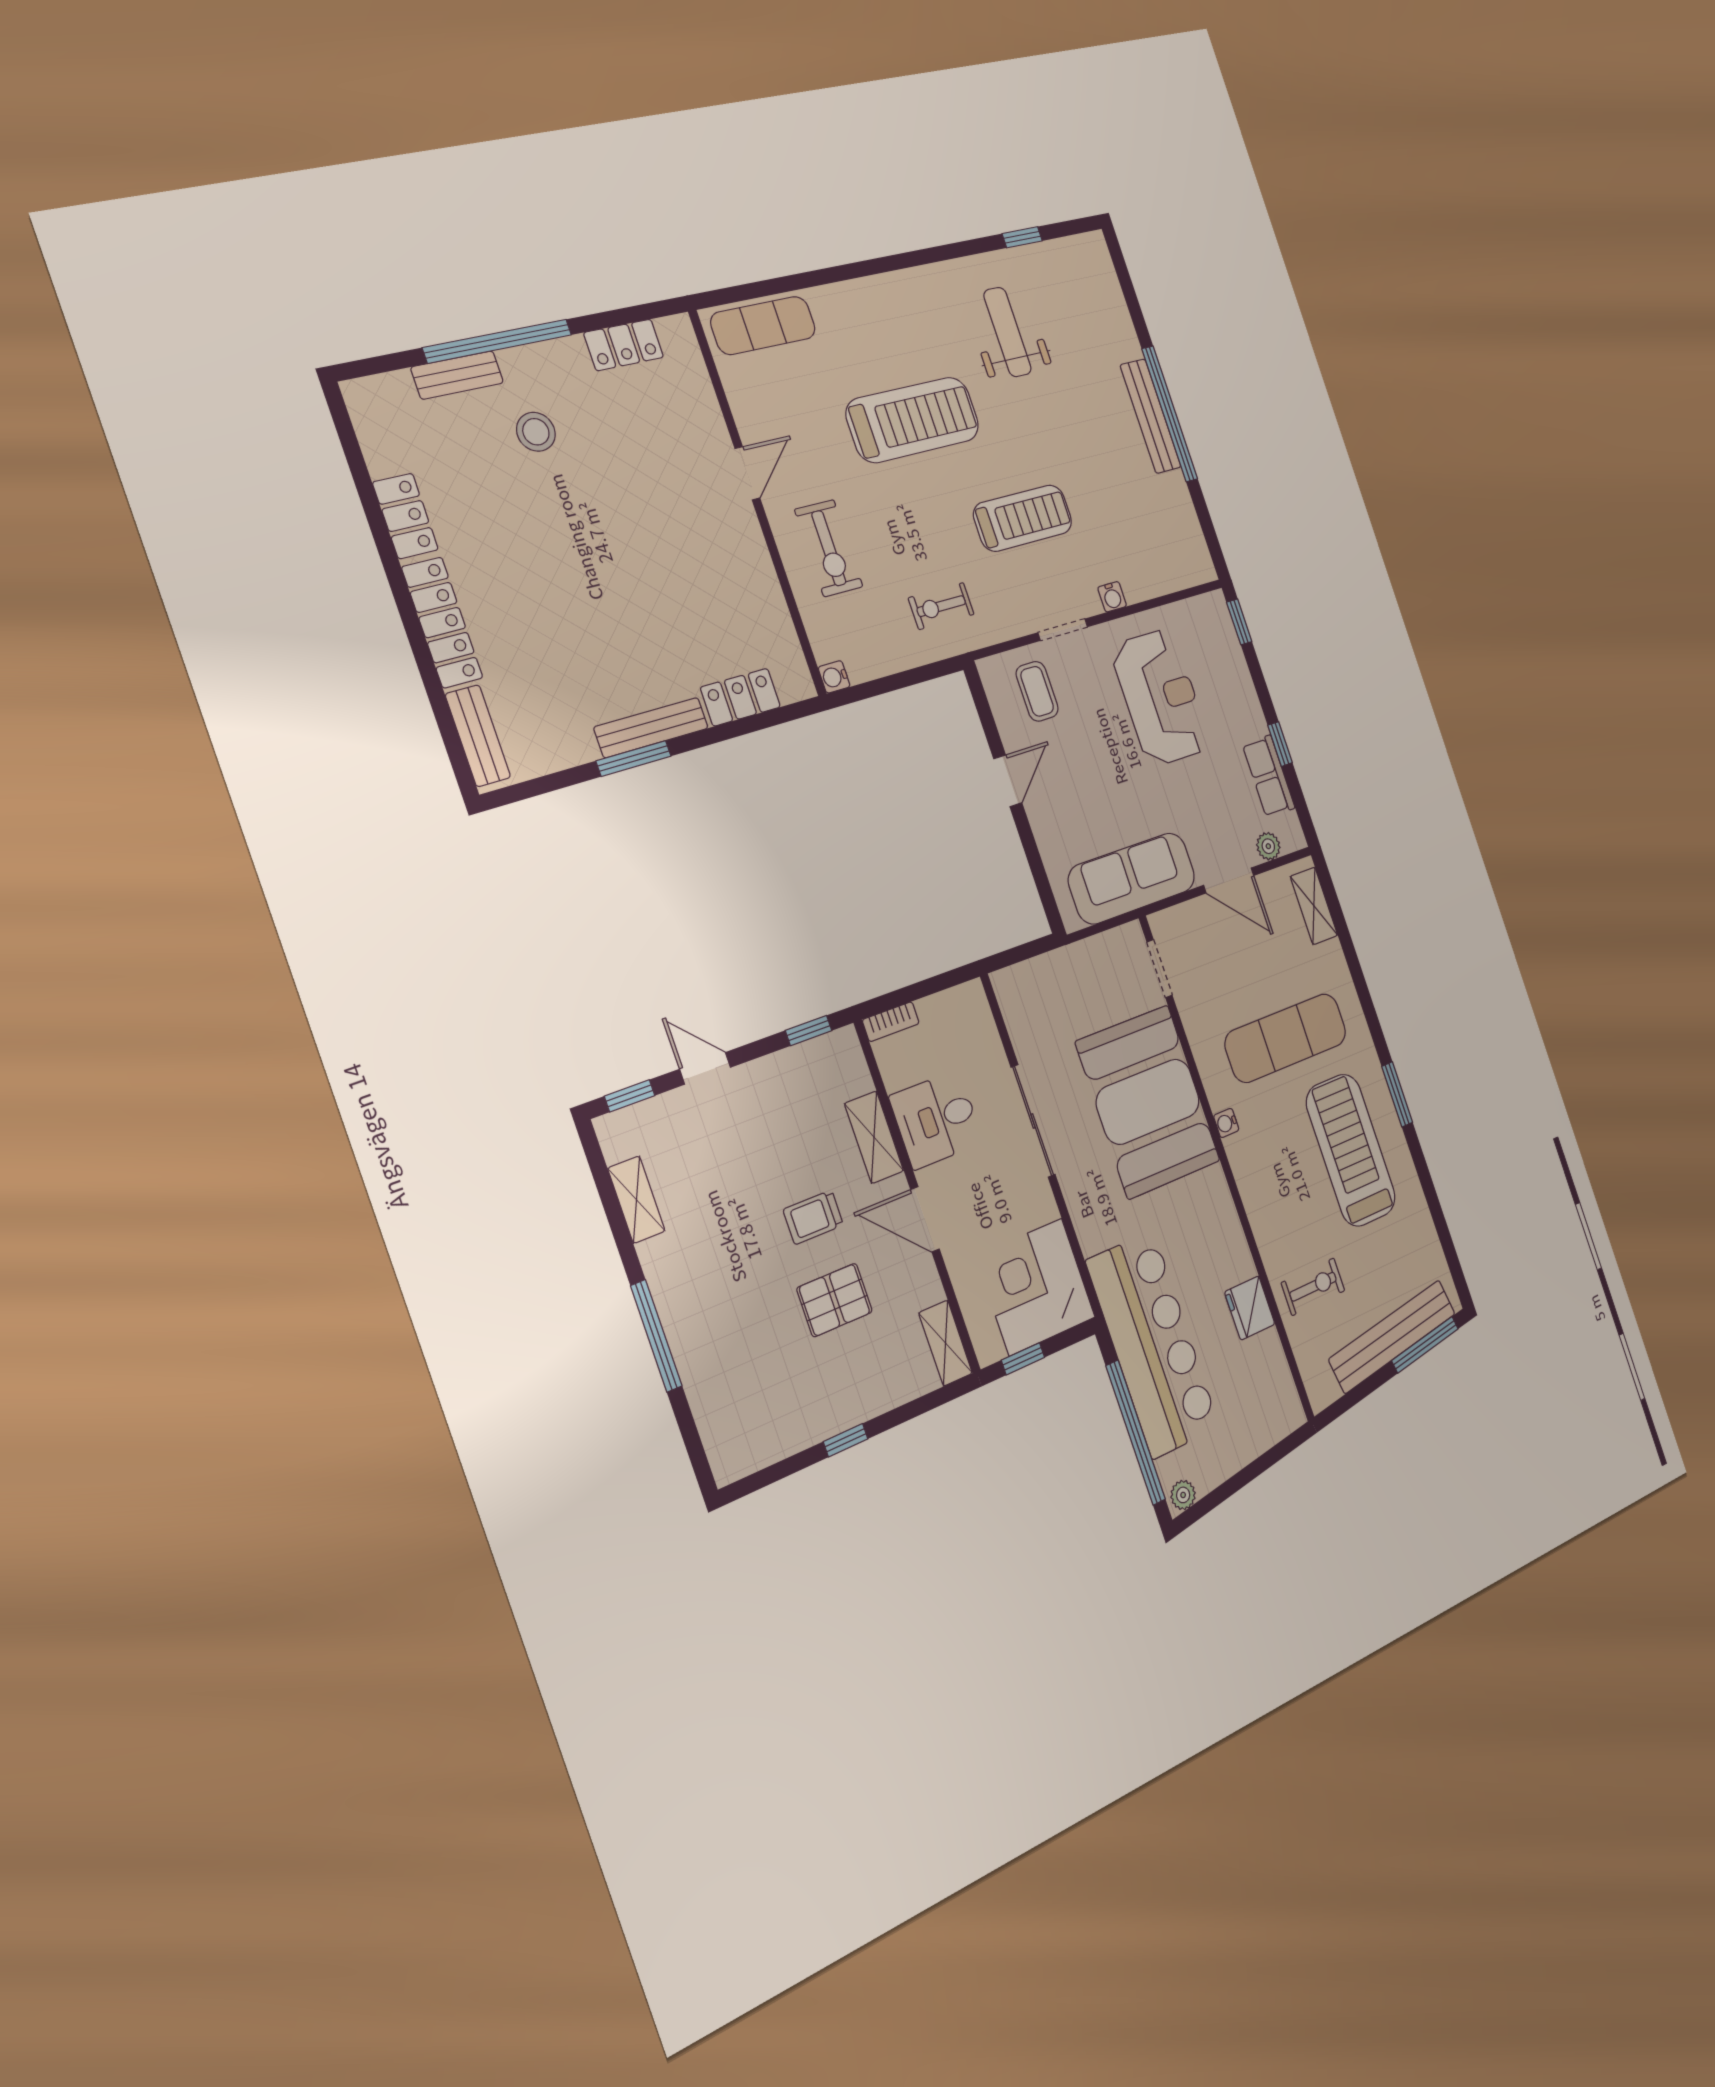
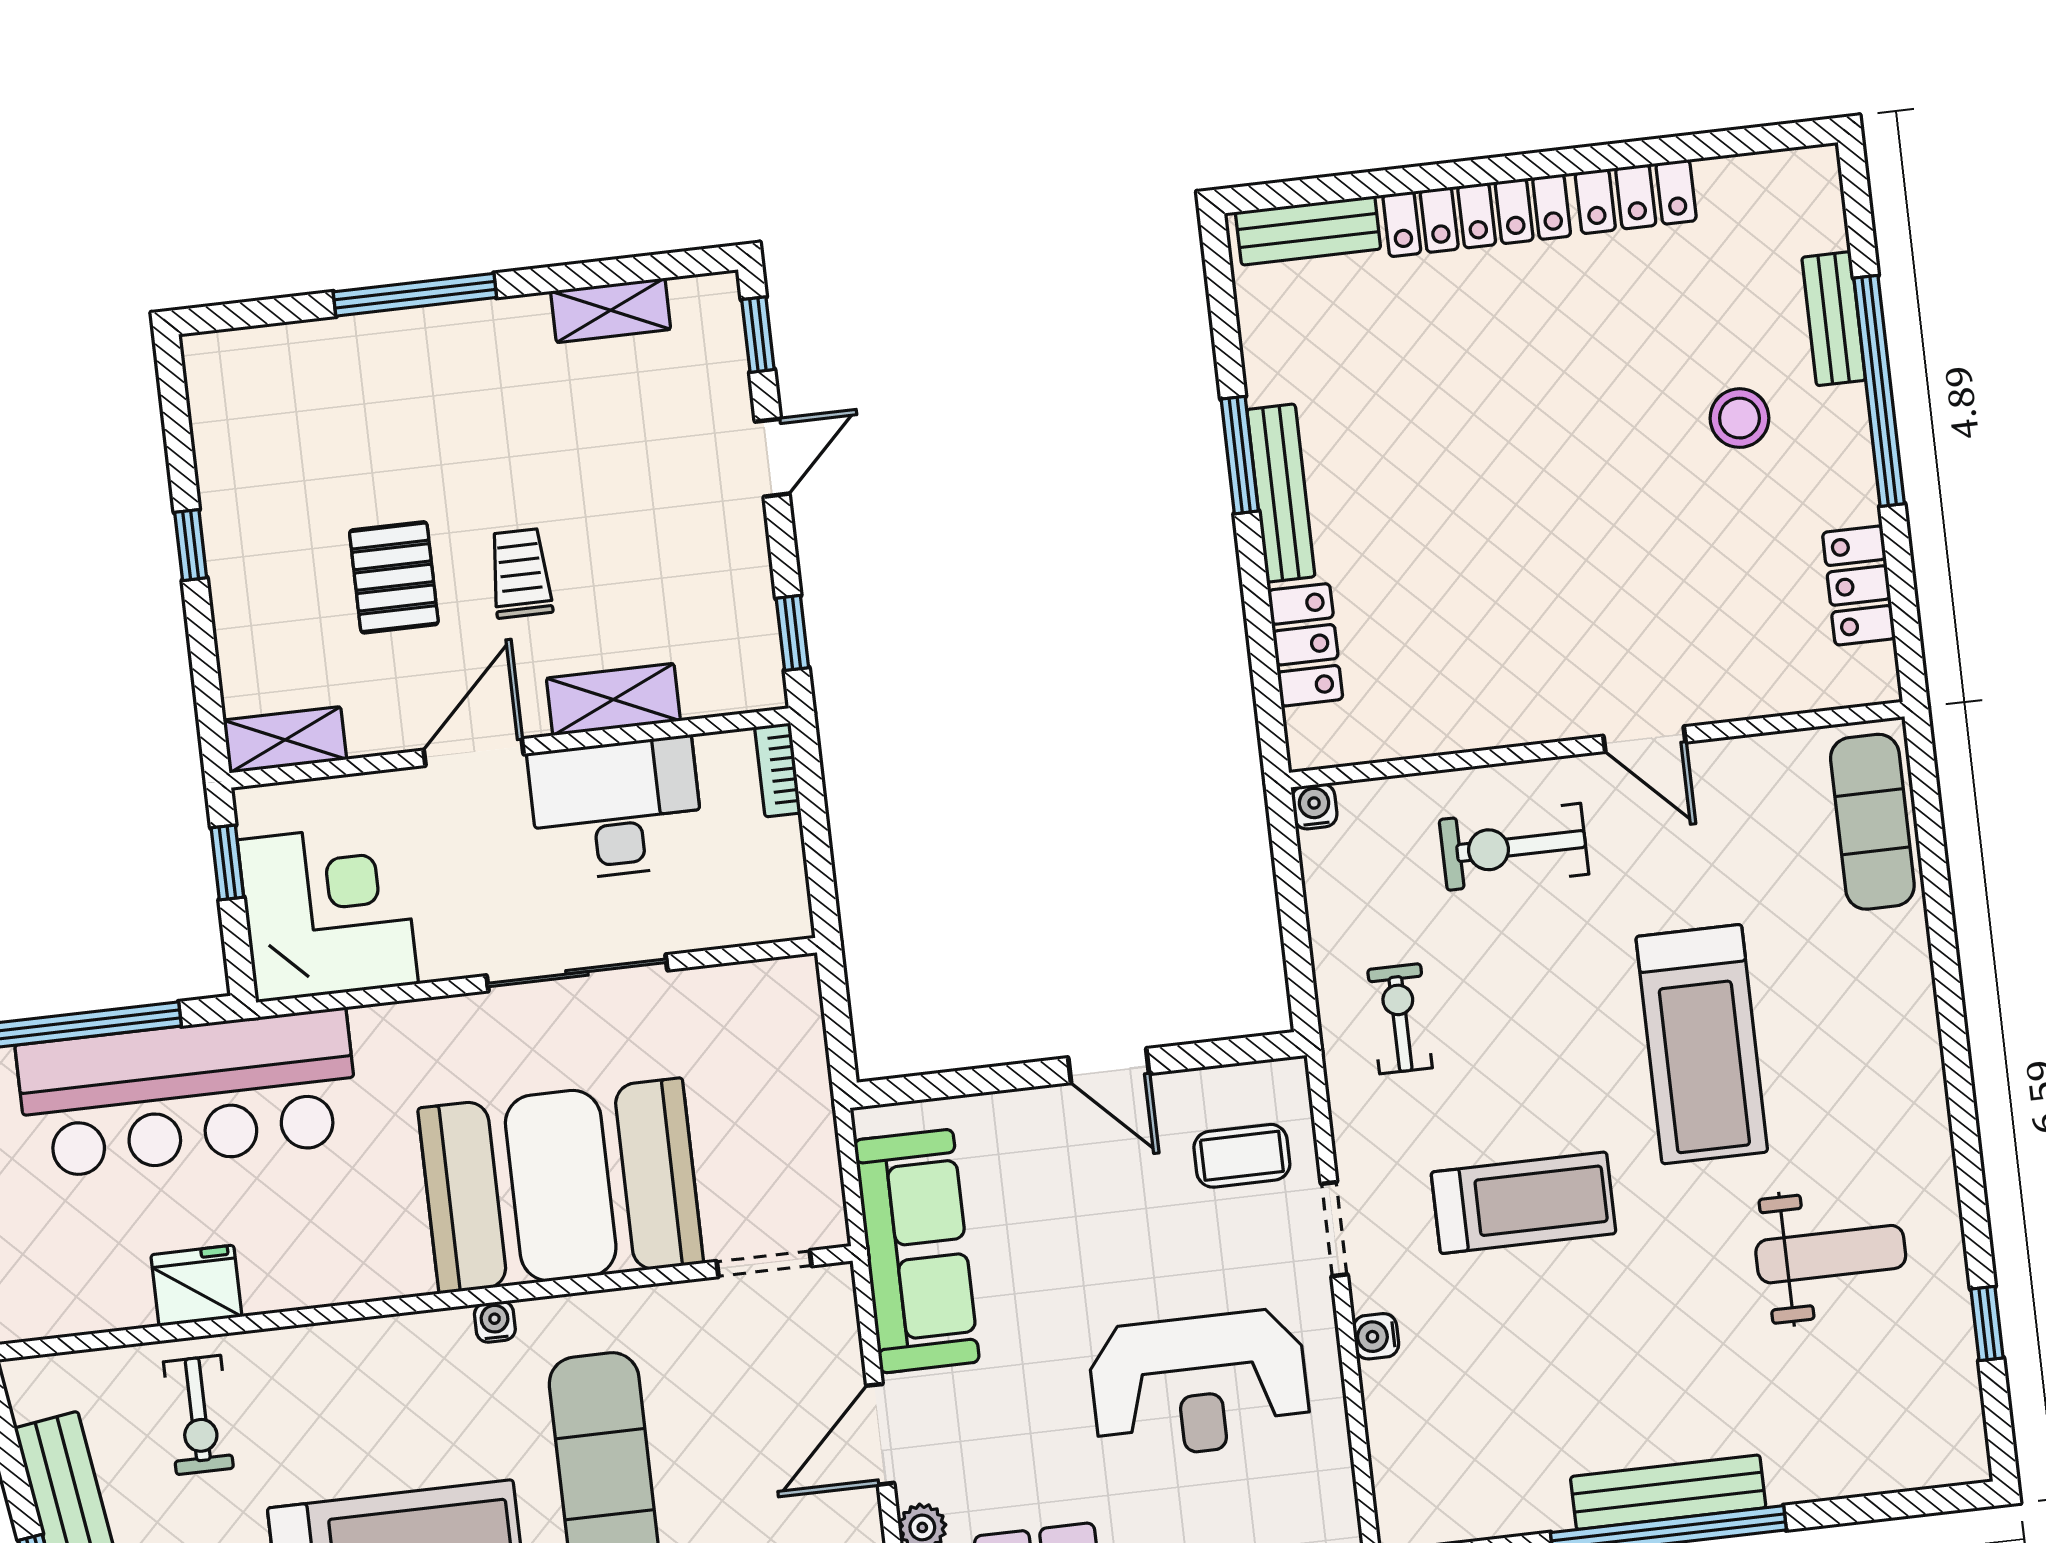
treadmill: (1023, 518) -> (1523, 1203), turned -90
desk: (936, 1120) -> (616, 809), width x1.37

